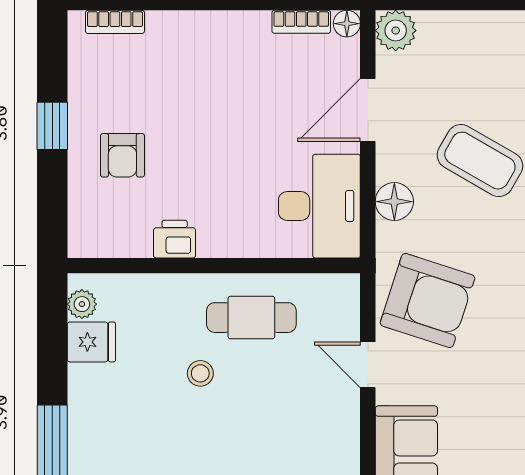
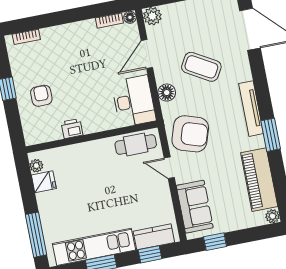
armchair: (122, 155) -> (41, 96), turned 180
cafe table: (251, 318) -> (136, 144), moved
stool: (200, 373) -> (95, 186), removed

